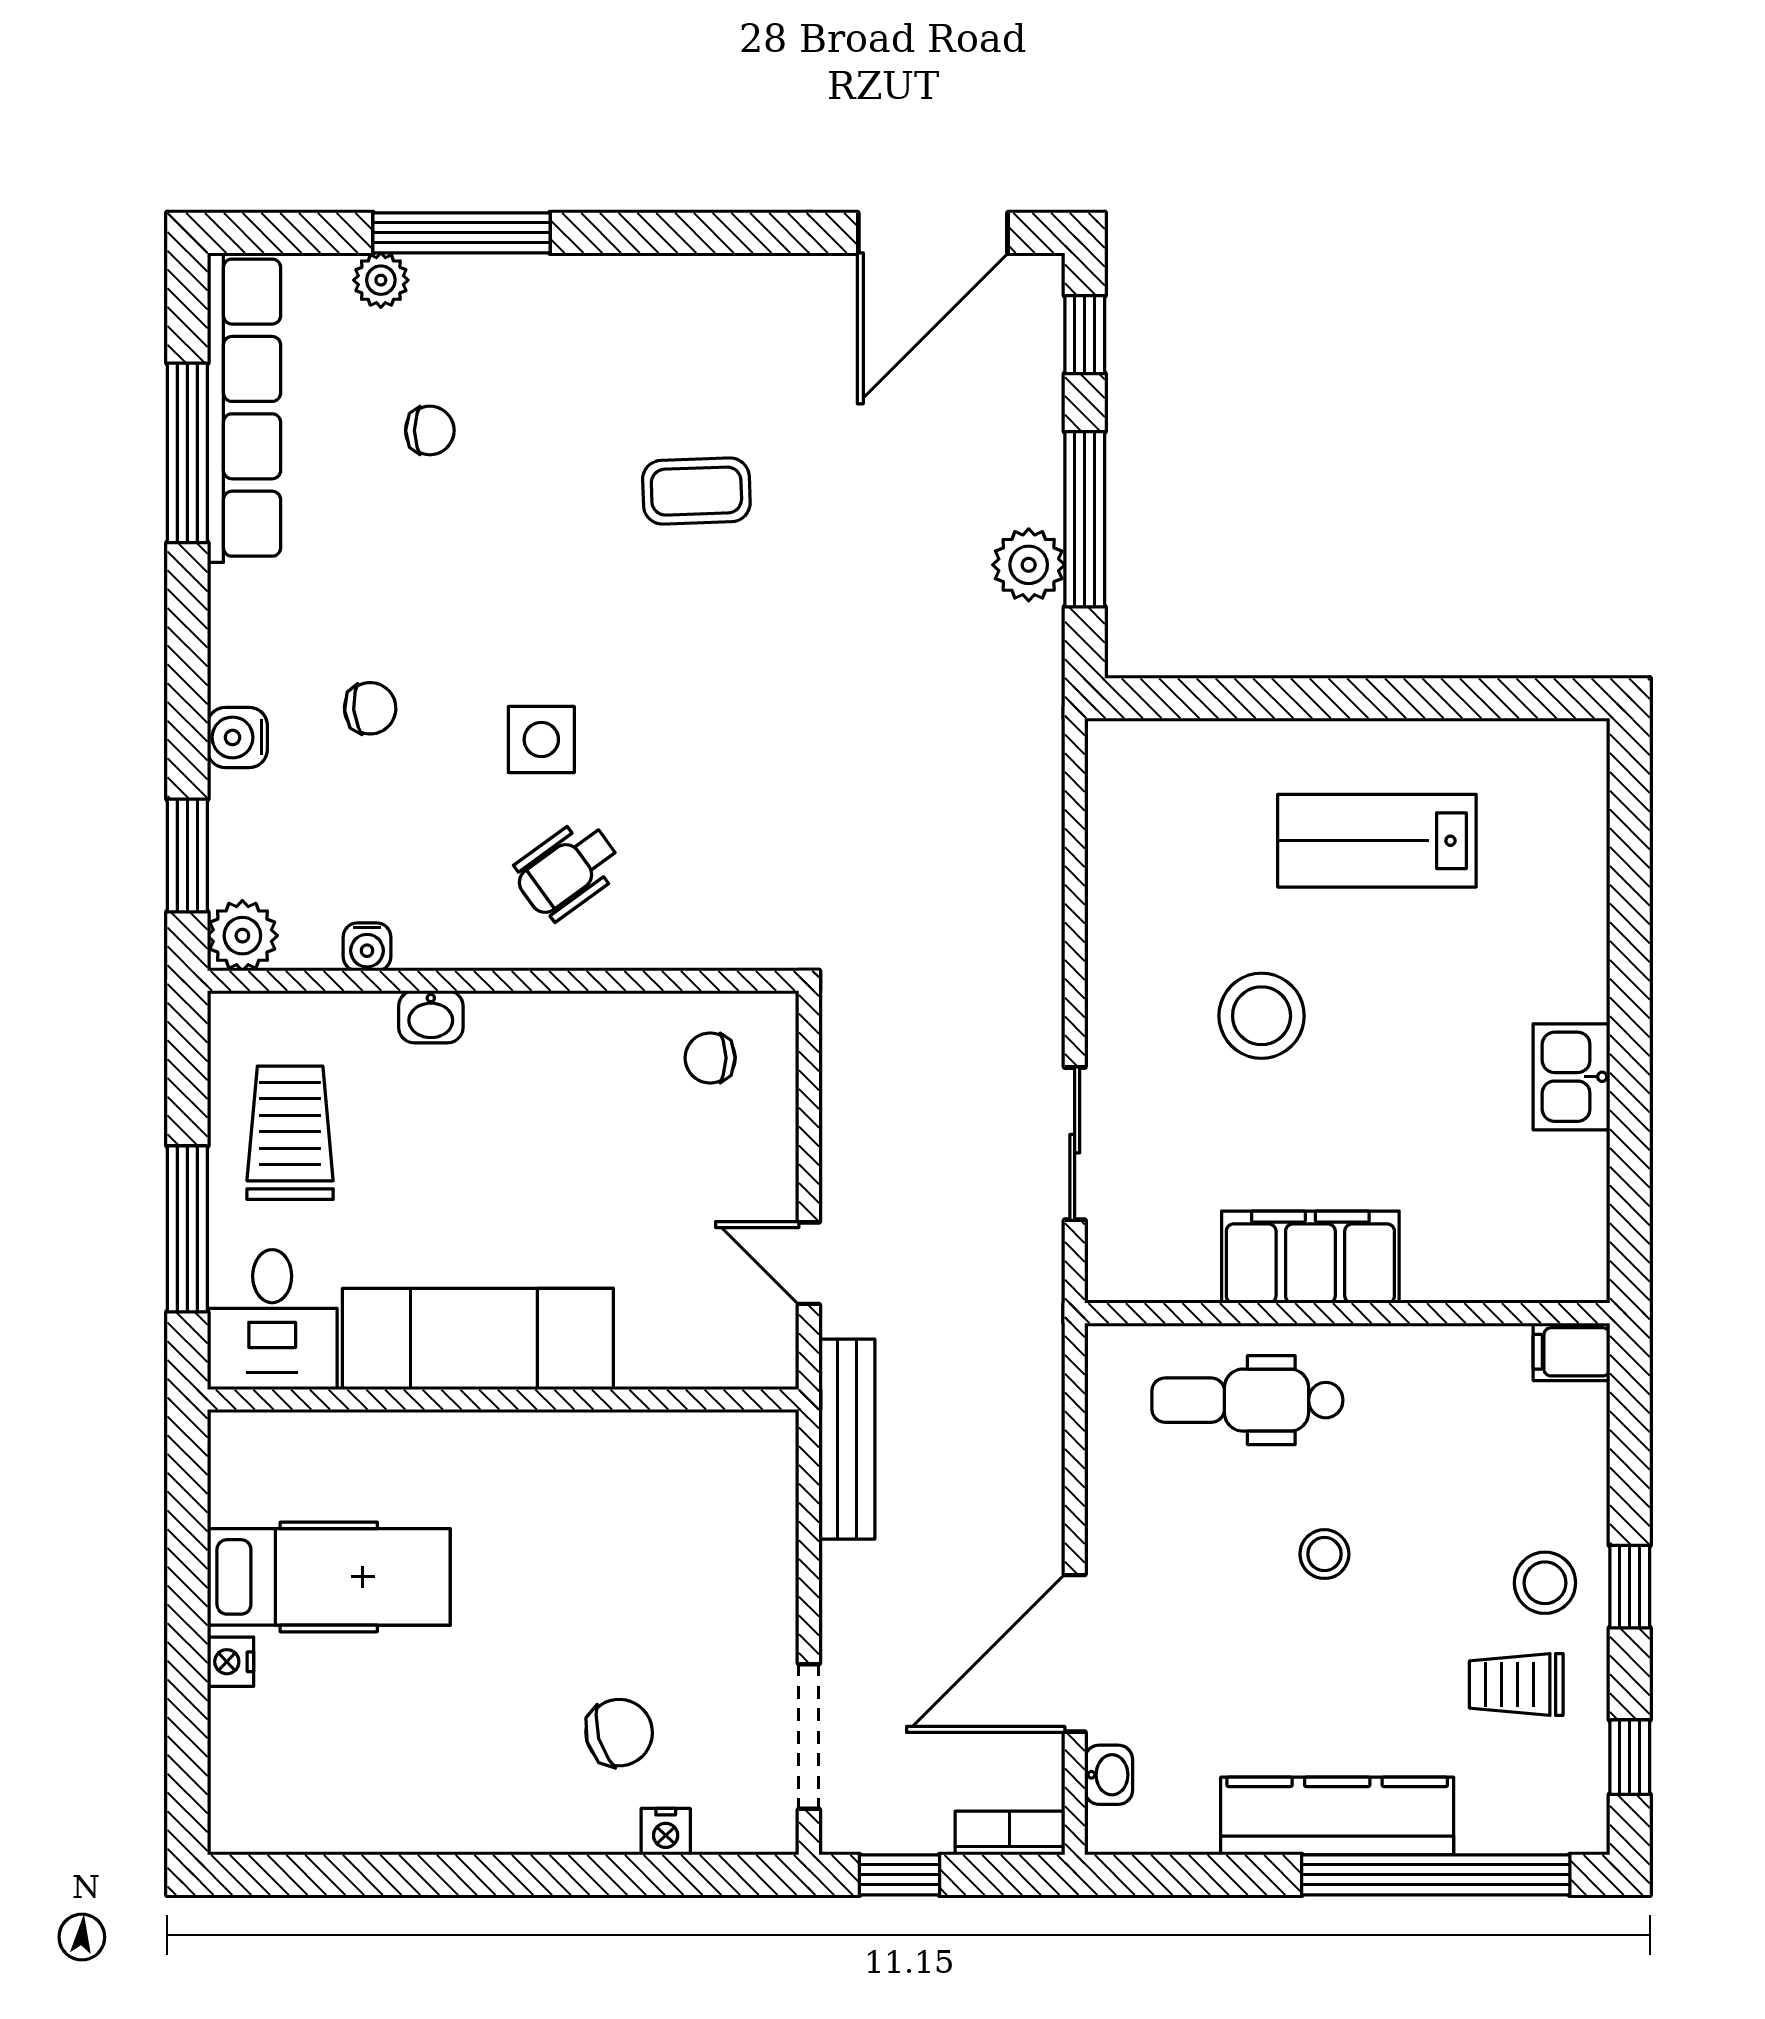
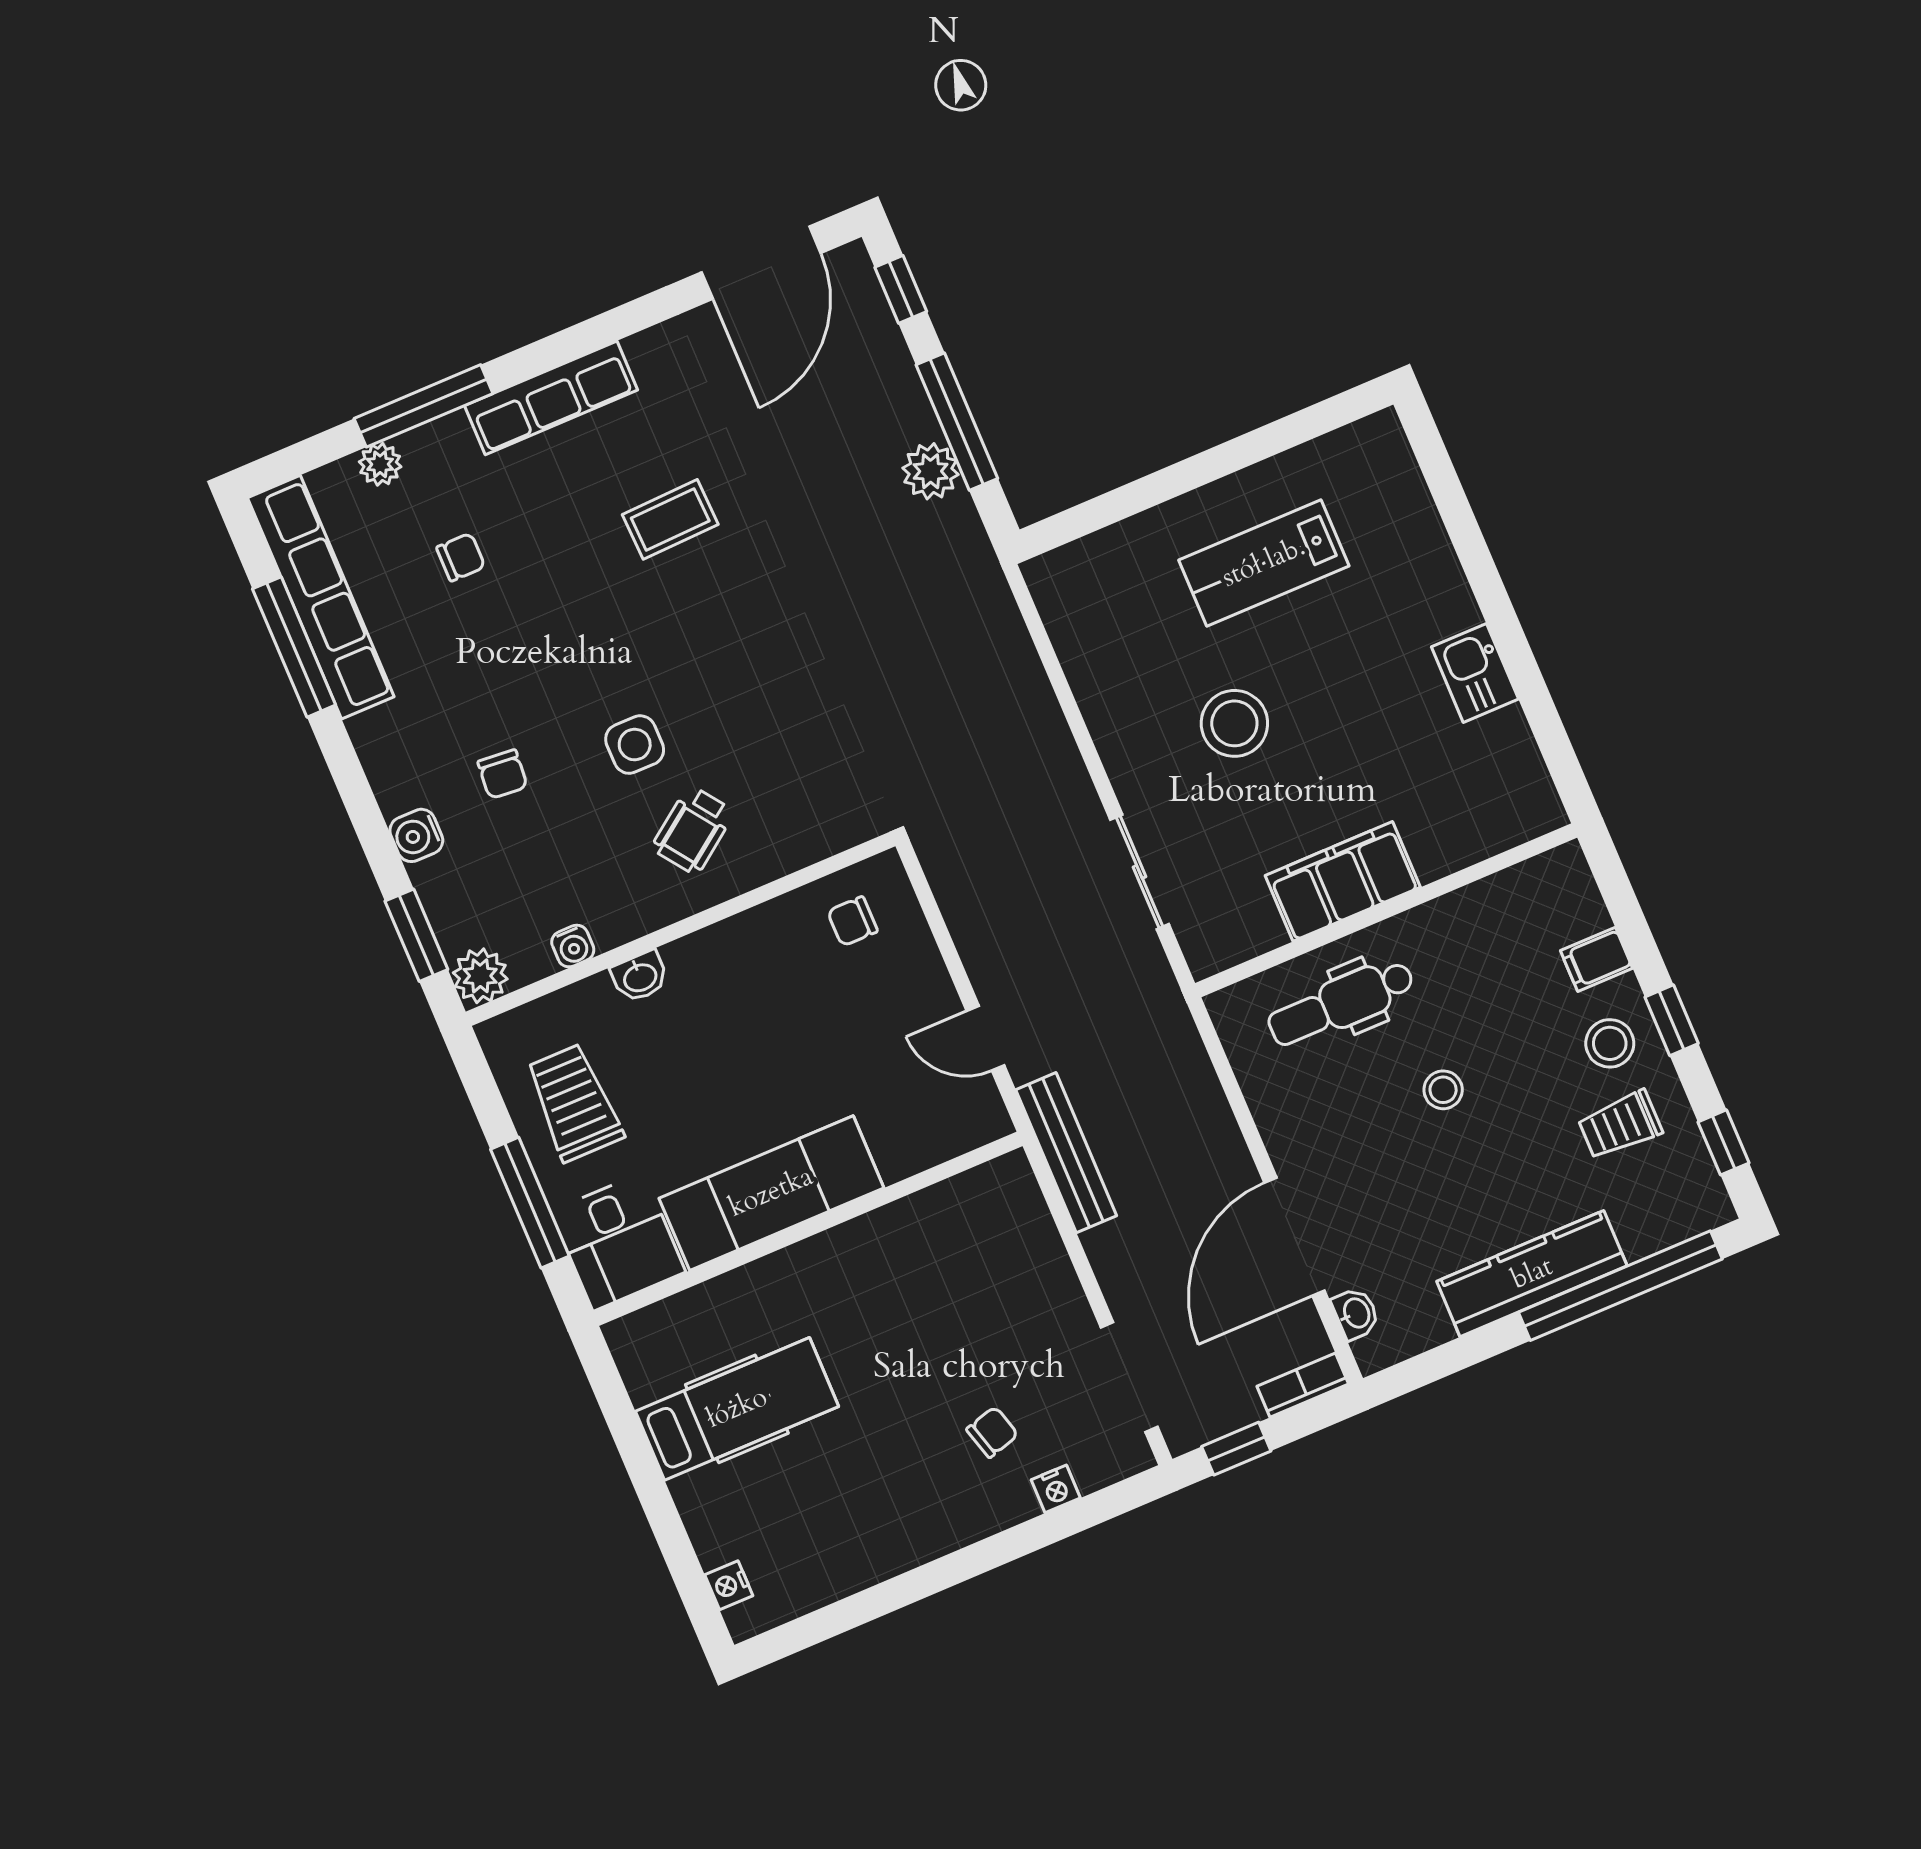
row of seats: (617, 287) -> (551, 398), added
chair: (370, 708) -> (503, 774), turned 100
filing cabinet: (1572, 1352) -> (1597, 959), moved
nightstand: (231, 1662) -> (729, 1585), moved
chair: (619, 1733) -> (992, 1432), width x0.73, depth x0.73

